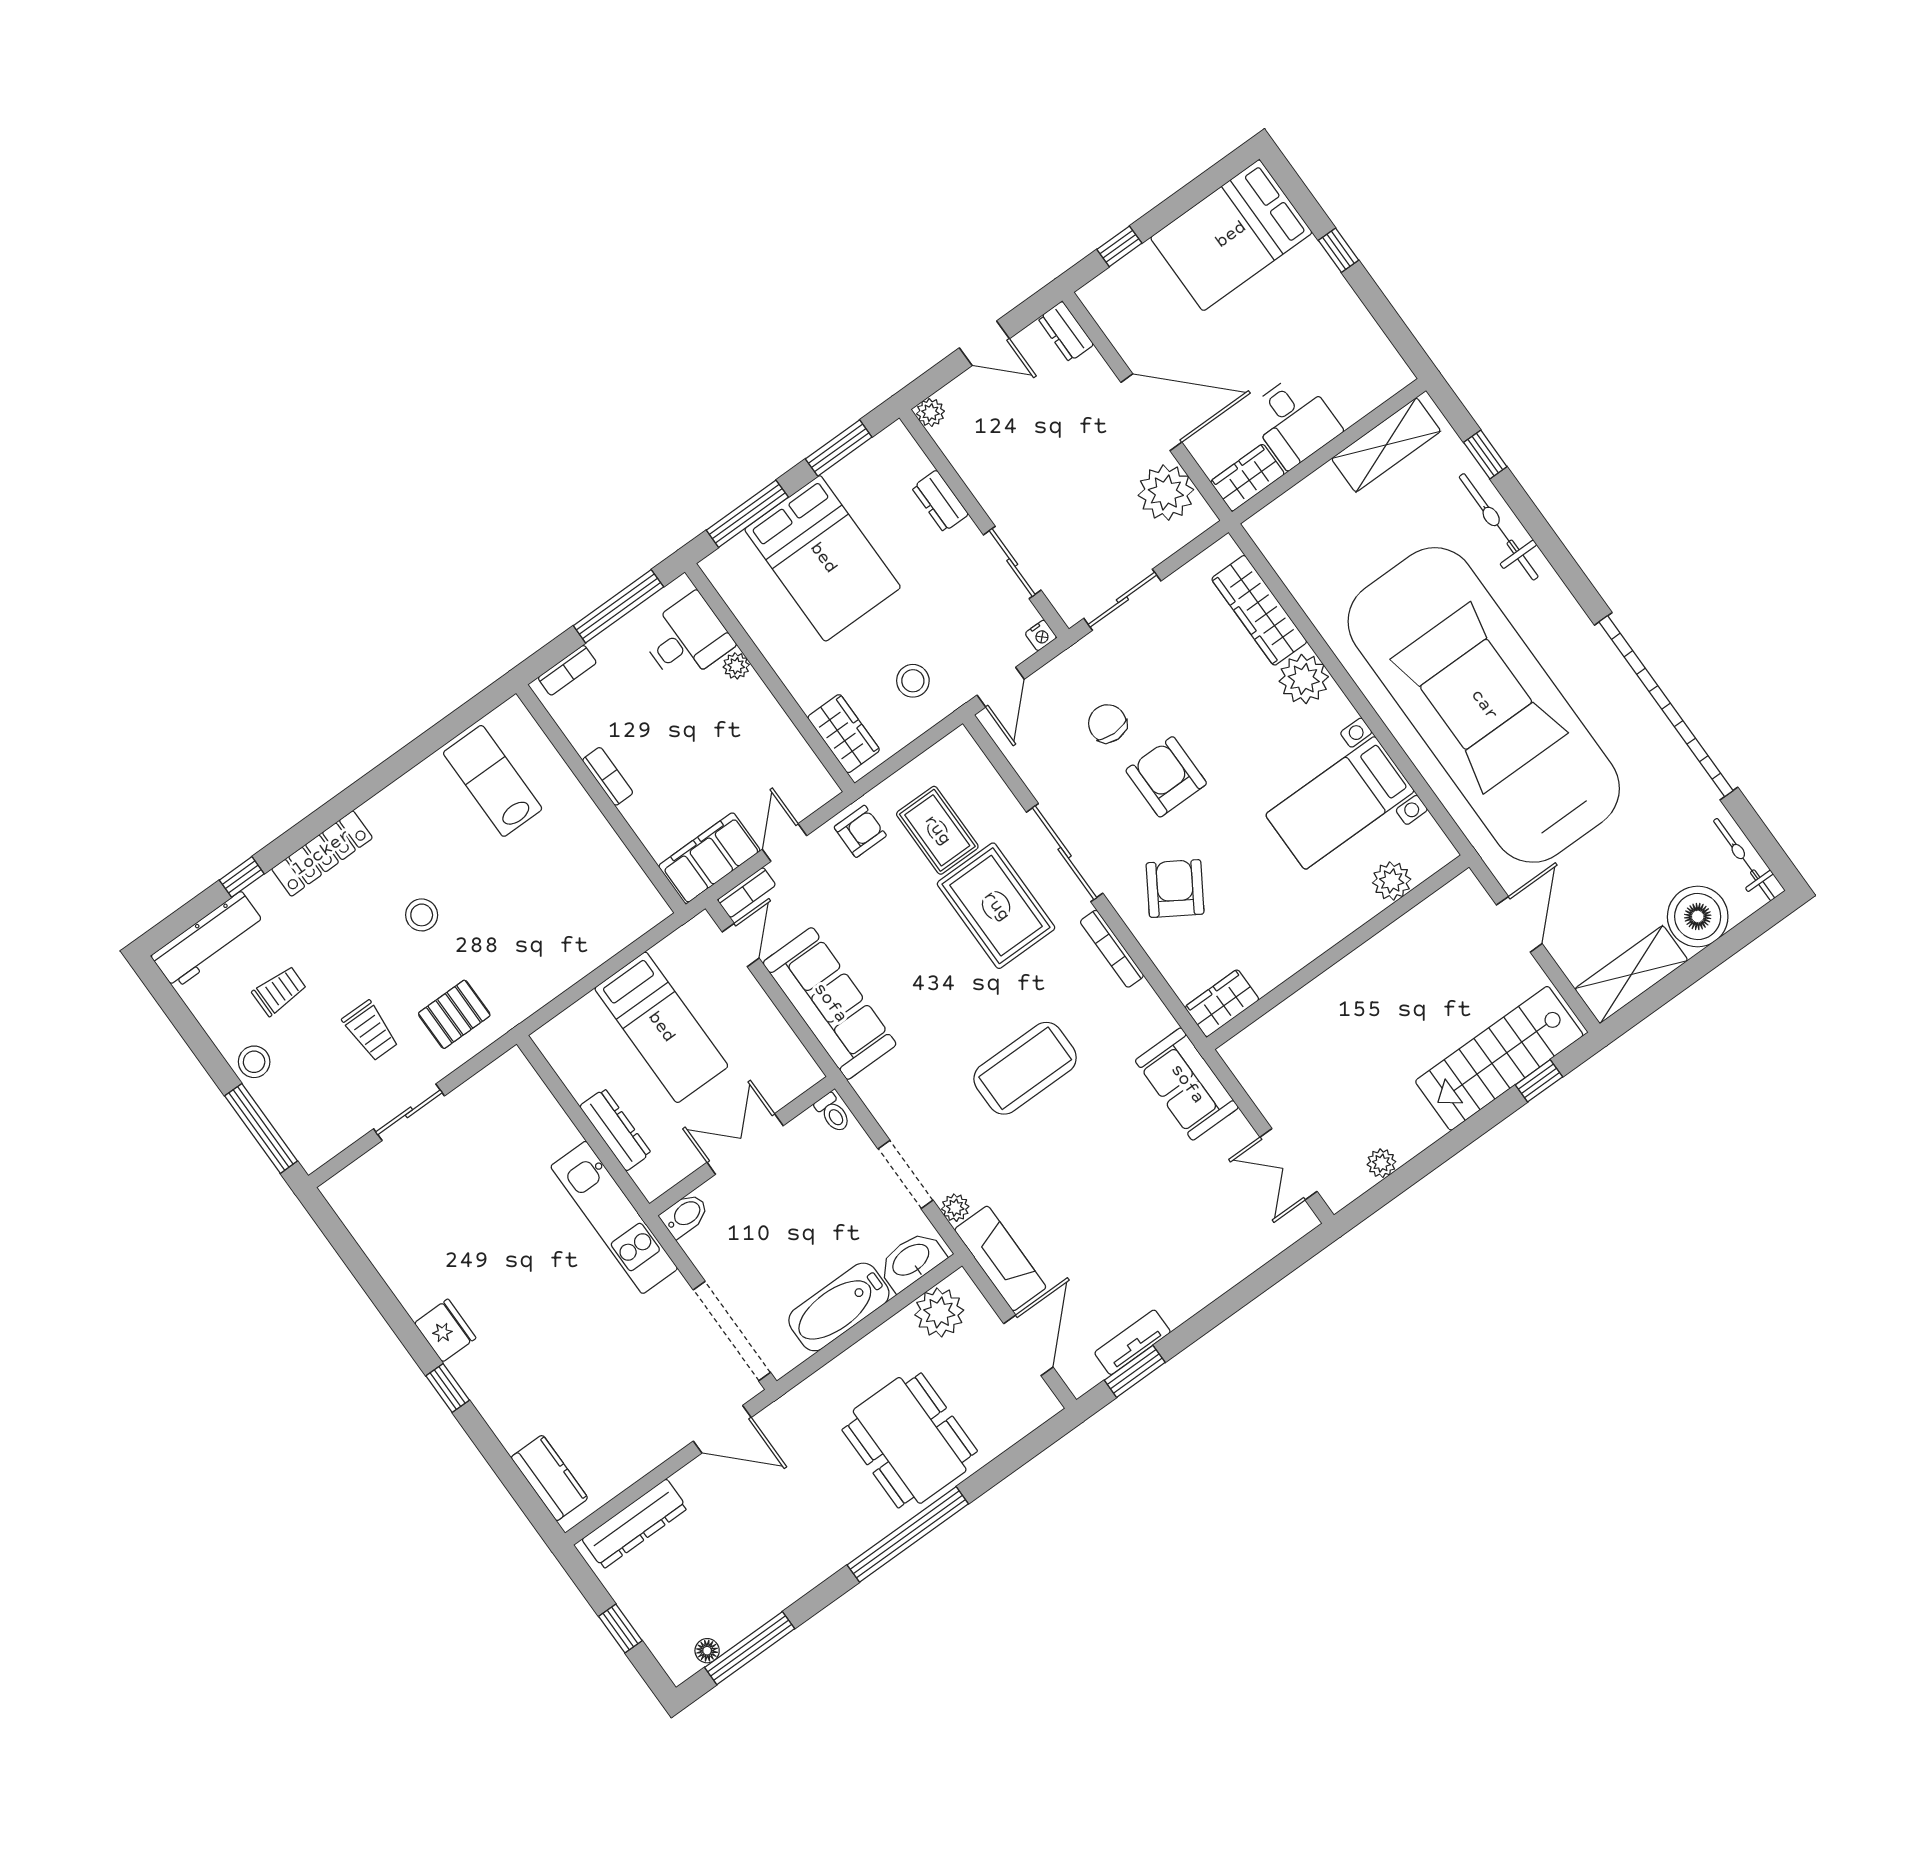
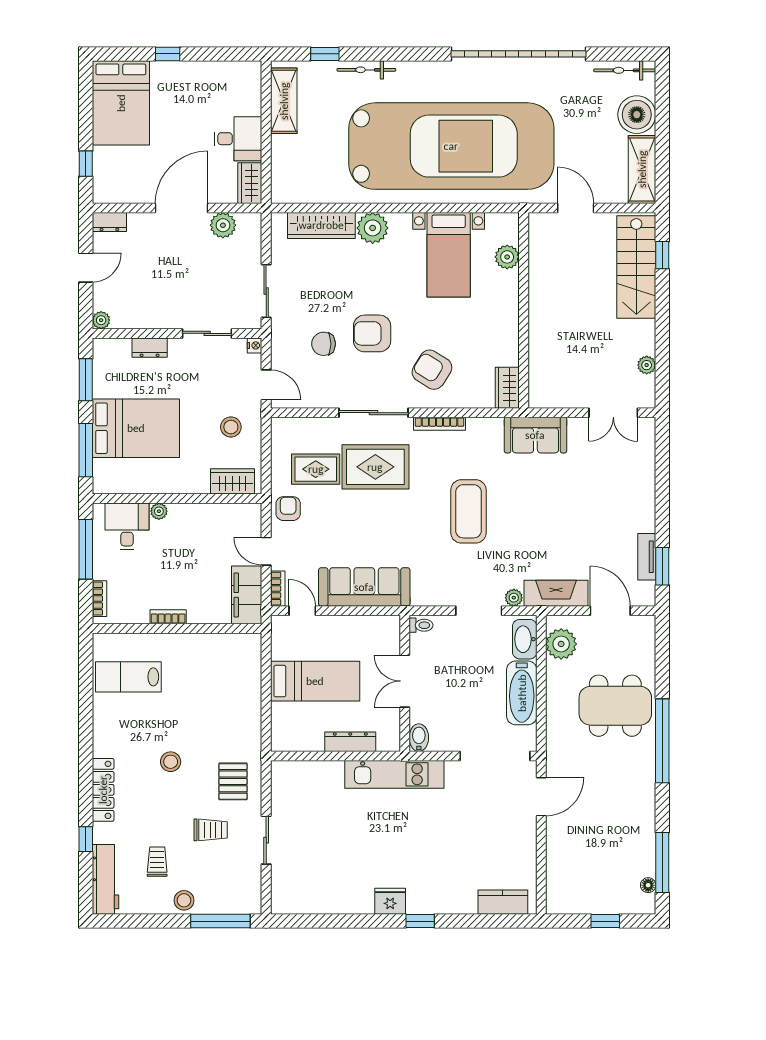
plant: (1166, 493) -> (223, 225), width x0.73, depth x0.73
bicycle: (1499, 527) -> (366, 70), width x0.73, depth x0.71
car: (1484, 705) -> (451, 146), turned 180
dresser: (635, 1524) -> (557, 876), removed

